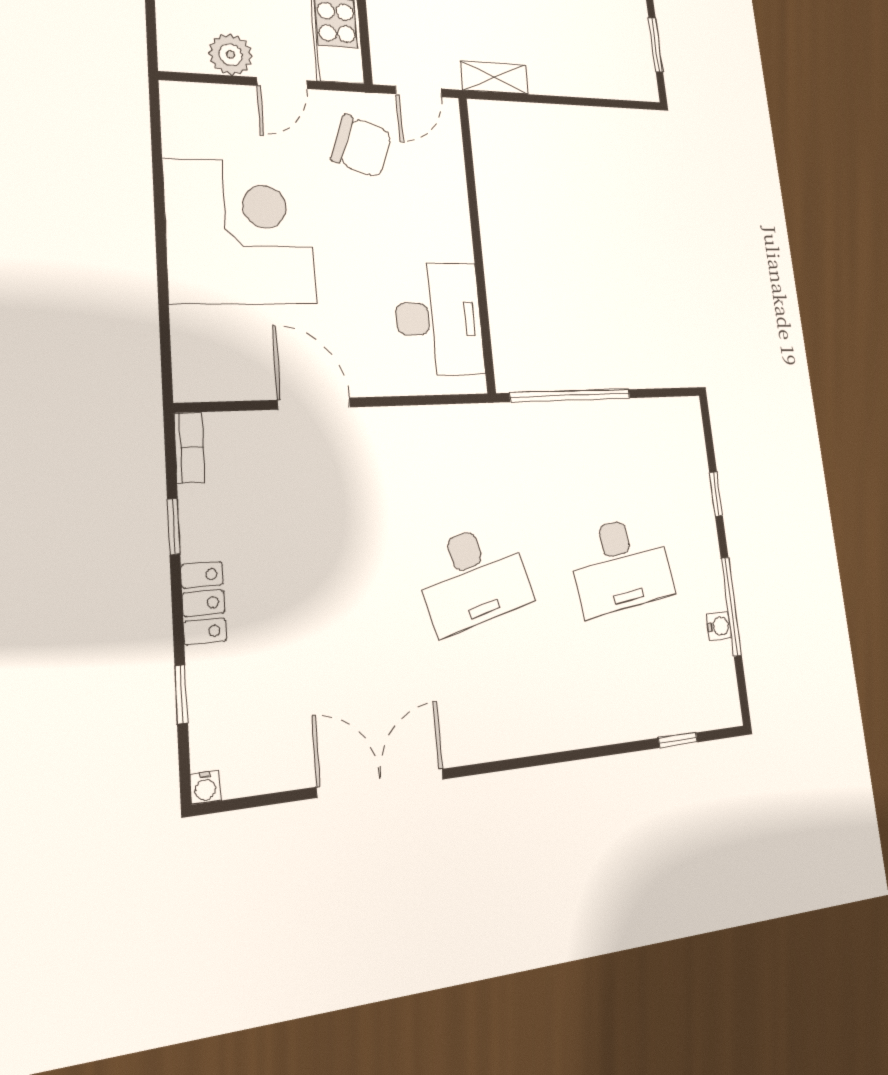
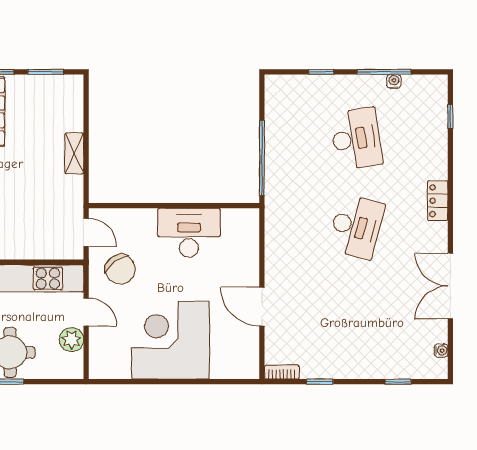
shelving: (494, 77) -> (74, 153), moved
chair: (362, 146) -> (120, 269), turned 124
desk: (439, 319) -> (189, 233), moved
door: (314, 404) -> (262, 307), hinge flipped
desk: (473, 578) -> (356, 227), turned 30
locker: (203, 603) -> (438, 201), moved, turned -90
water cooler: (205, 787) -> (441, 351), moved

